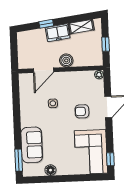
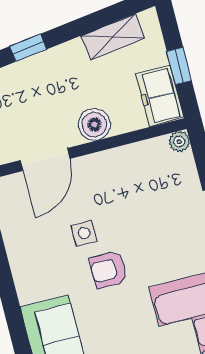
freezer: (58, 33) -> (160, 96), moved, turned 97
armchair: (82, 111) -> (108, 270), moved

